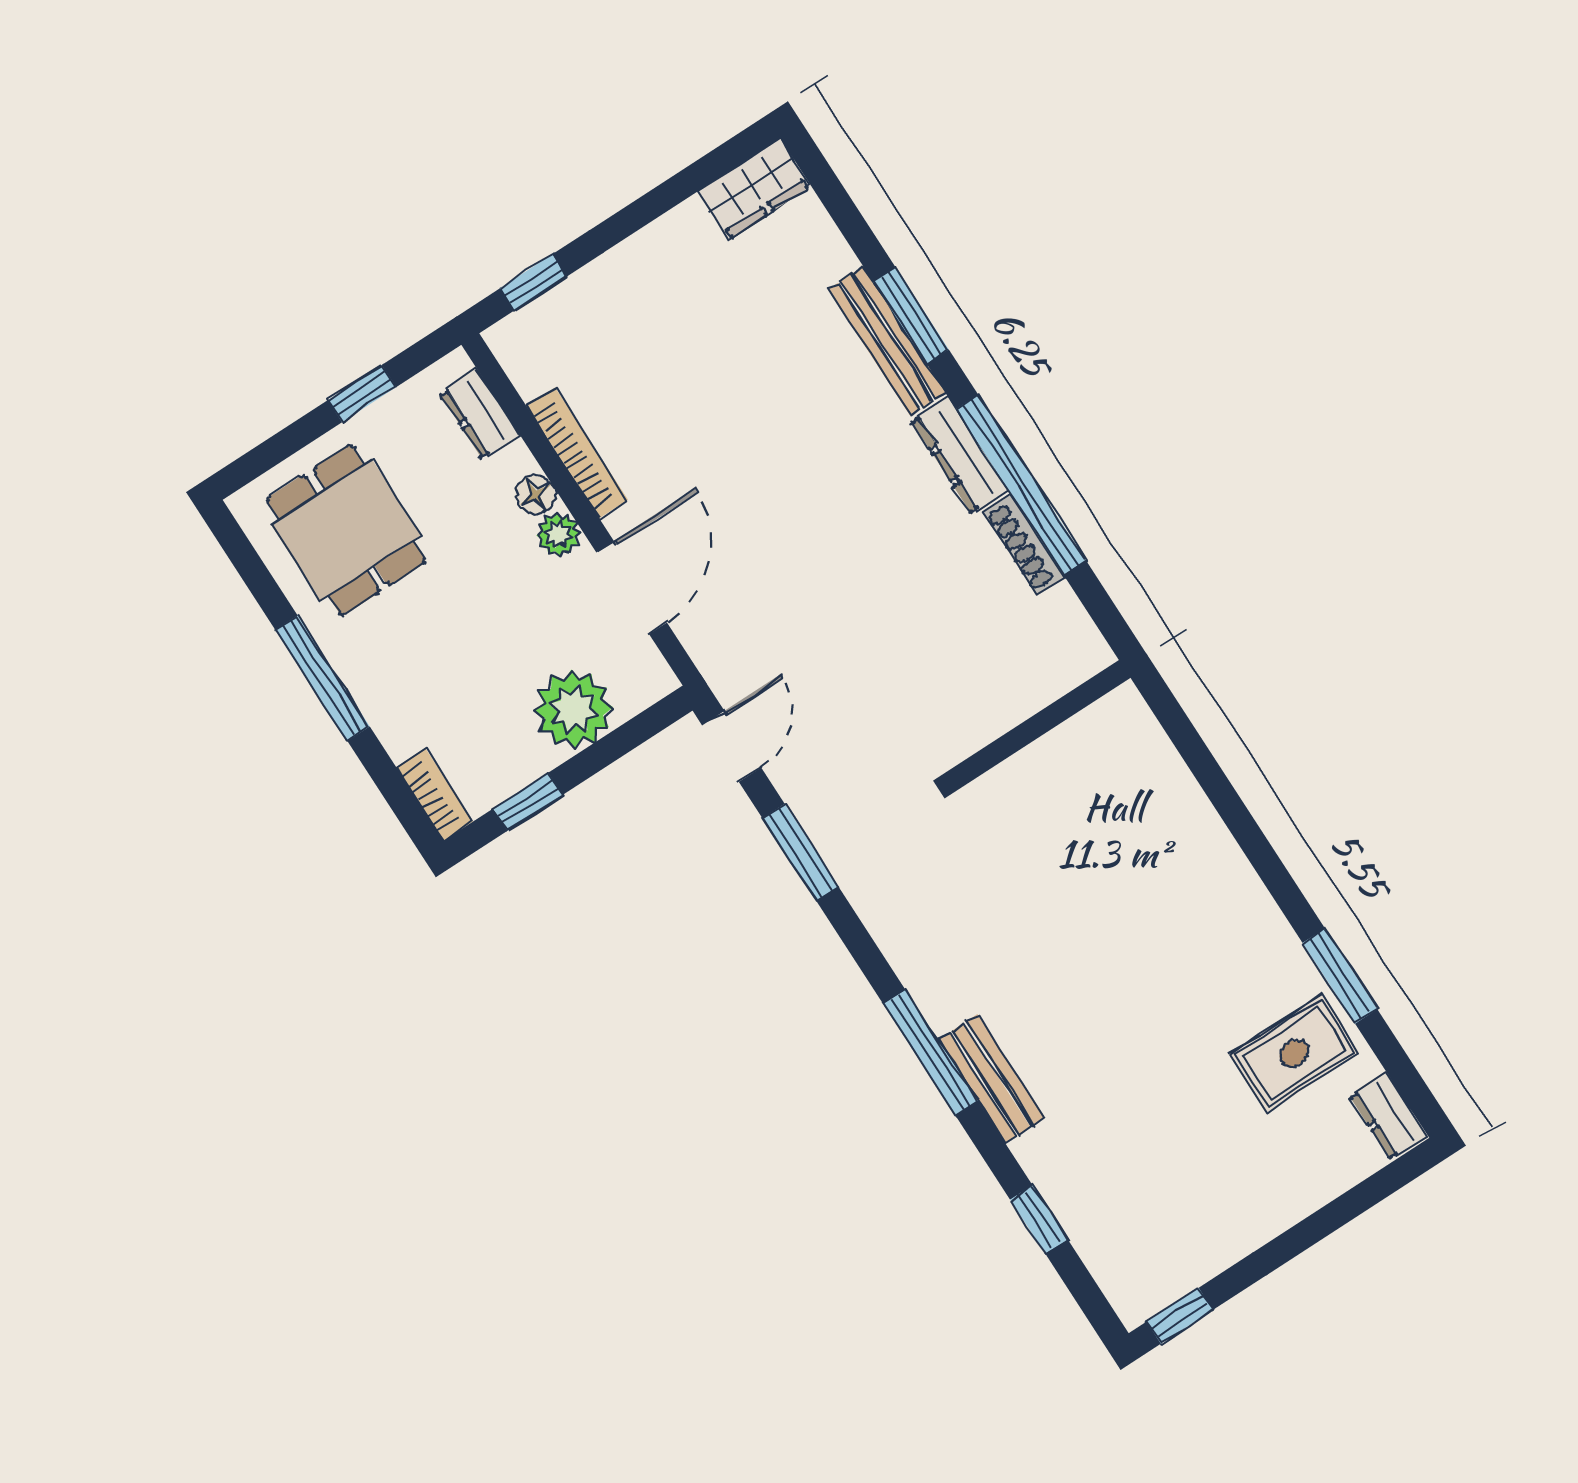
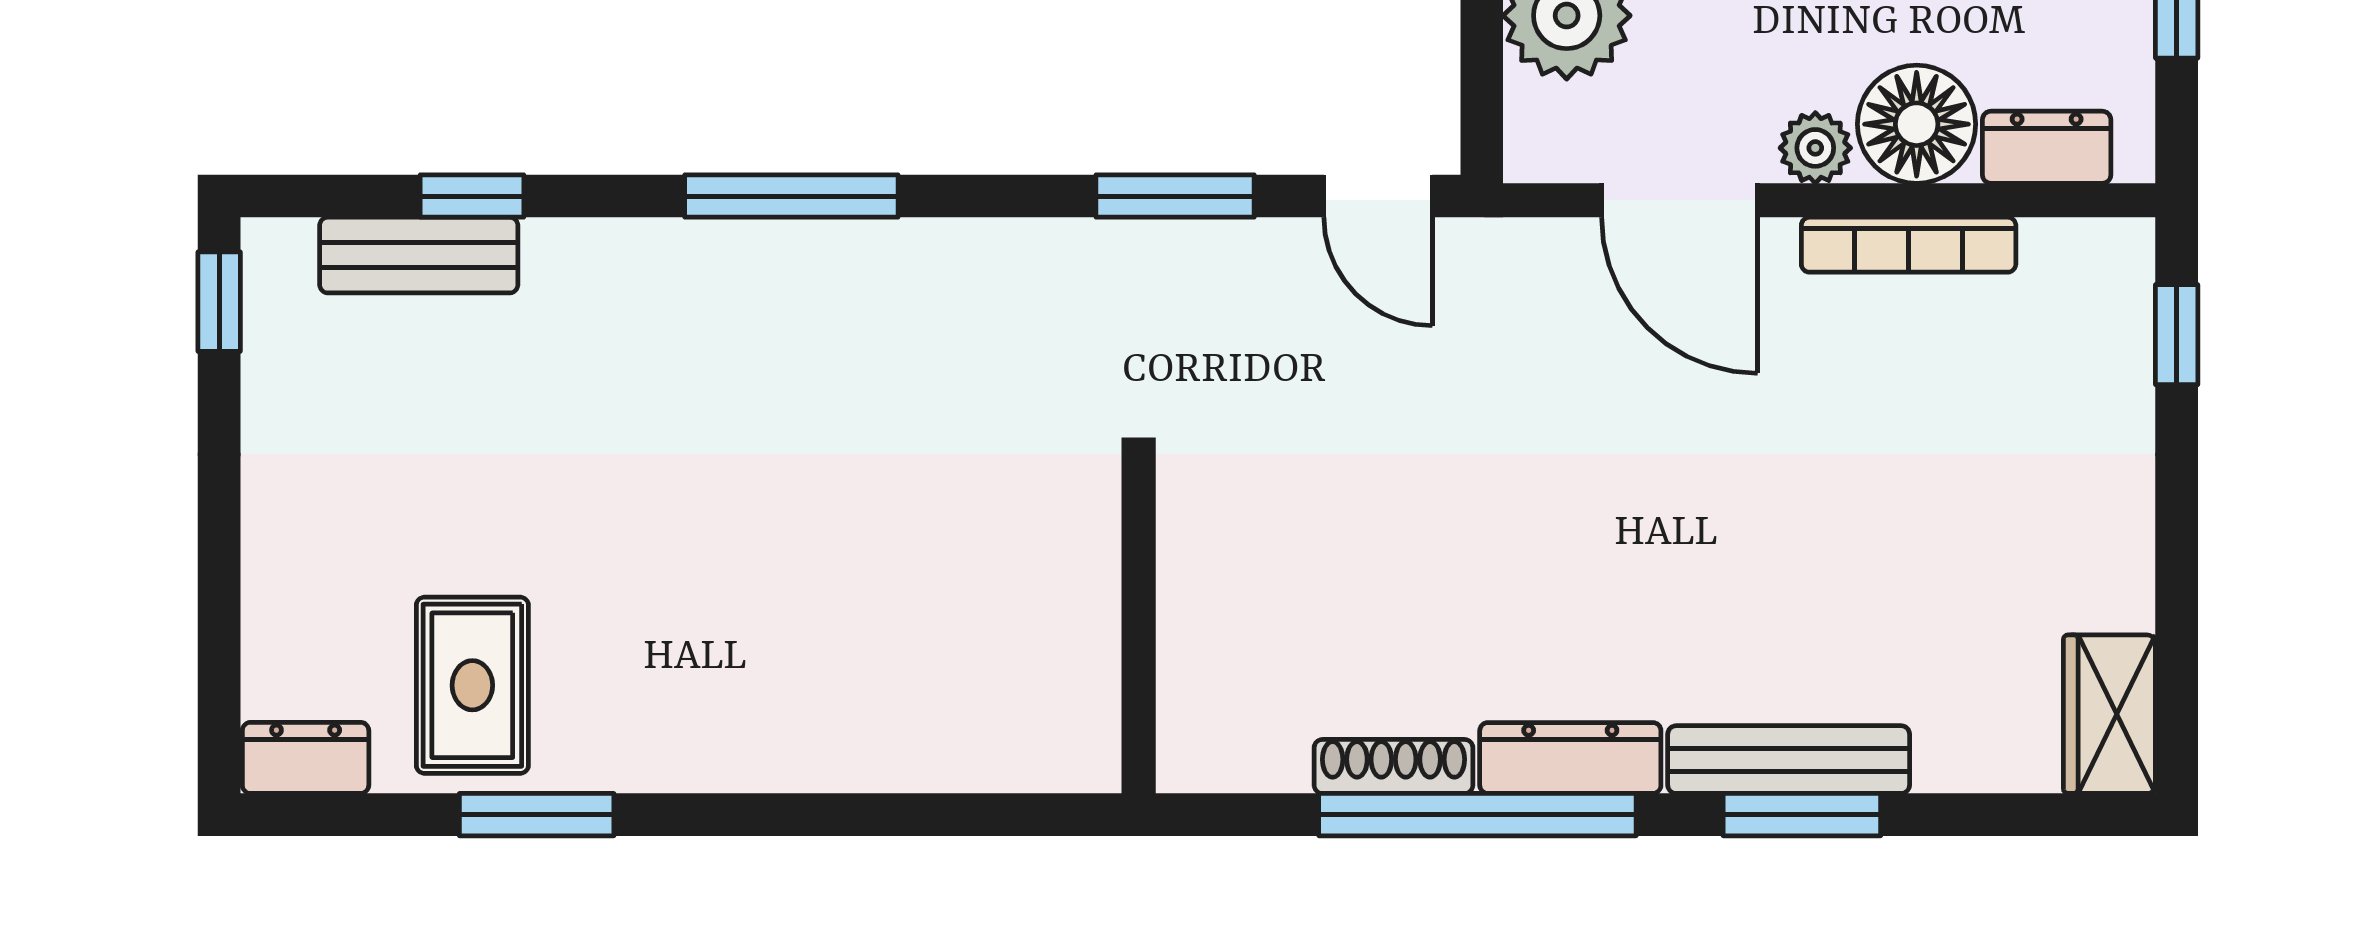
floor lamp: (535, 495) -> (1917, 124), width x1.89, depth x1.89
bench: (991, 1079) -> (419, 255), moved

